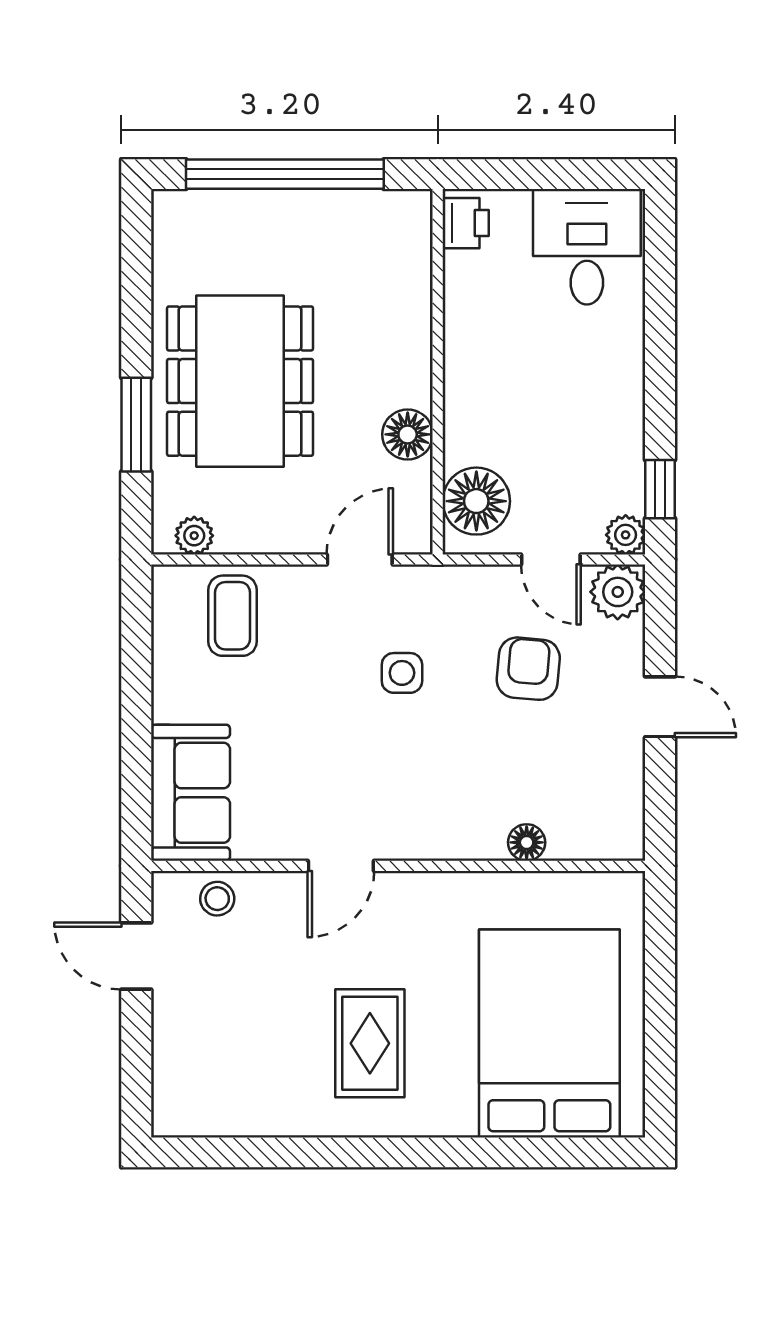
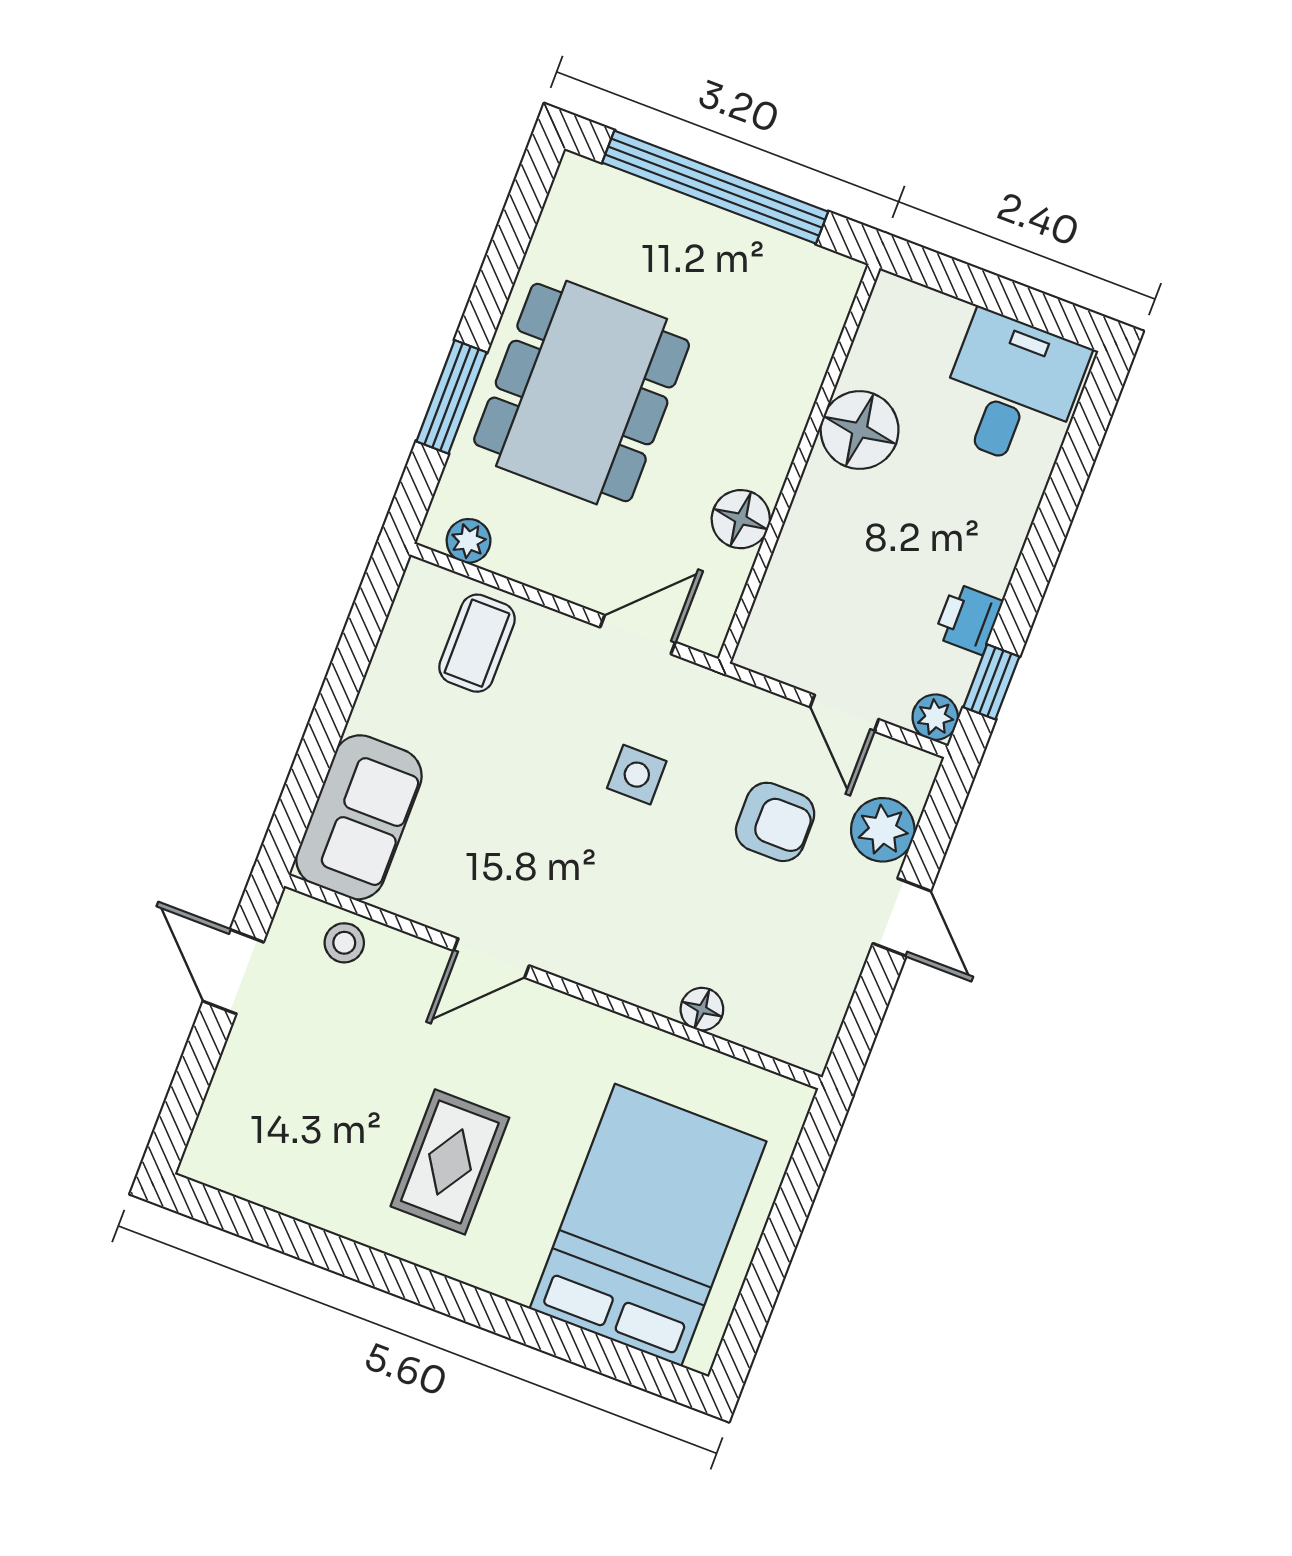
printer: (466, 223) -> (968, 619), moved, turned 180
floor lamp: (476, 501) -> (860, 430), moved
plant: (618, 592) -> (883, 830), moved
armchair: (528, 669) -> (775, 822), turned 85

